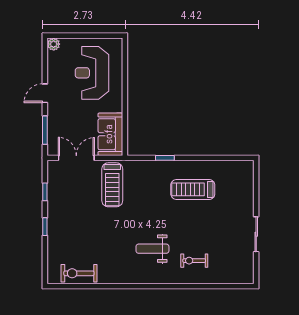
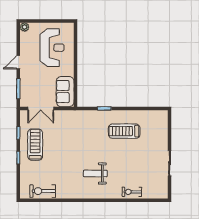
reception desk: (92, 73) -> (52, 48), turned 180
double door: (76, 158) -> (41, 108), swing flipped
treadmill: (112, 185) -> (35, 145), moved, turned 180
exercise bike: (194, 261) -> (132, 192), moved

